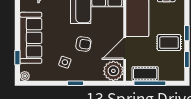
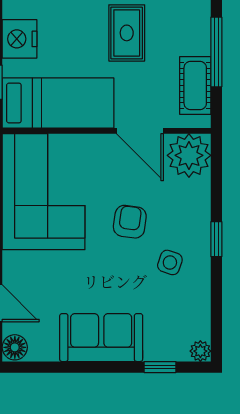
sofa: (31, 38) -> (101, 338), width x0.73
window: (150, 83) -> (216, 52), moved

